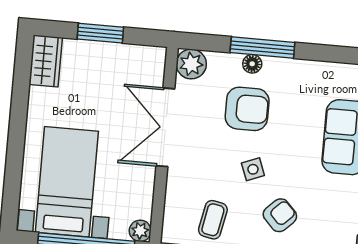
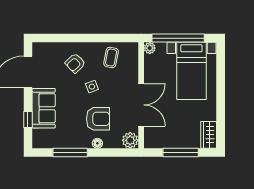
window: (100, 33) -> (181, 153), width x1.44
window: (262, 48) -> (70, 153), moved
armchair: (247, 109) -> (98, 119), turned 180

